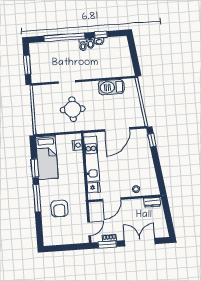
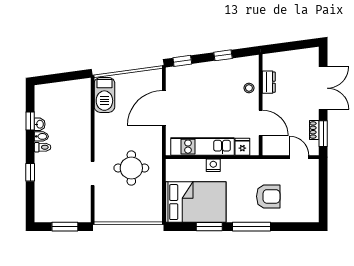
window: (64, 37) -> (30, 172), width x0.32
barbecue: (111, 87) -> (104, 95), moved
door: (117, 129) -> (164, 108), swing flipped
nightstand: (77, 145) -> (213, 165), moved
bed: (47, 157) -> (196, 202), width x1.50
window: (158, 169) -> (223, 55), added
dresser: (152, 202) -> (269, 82), moved
double door: (140, 242) -> (323, 88), swing flipped

